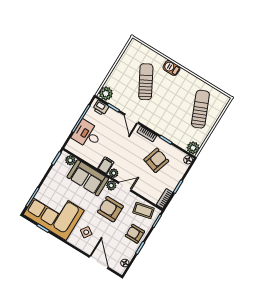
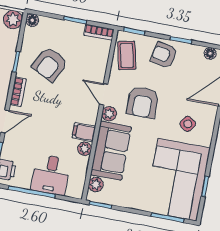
armchair: (156, 160) -> (50, 64), turned -80
plant: (114, 173) -> (85, 149), moved
armchair: (135, 234) -> (164, 55), turned 101

